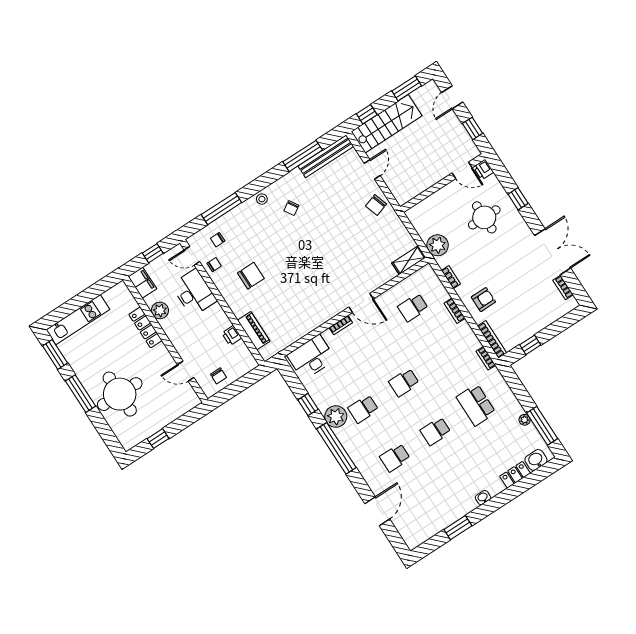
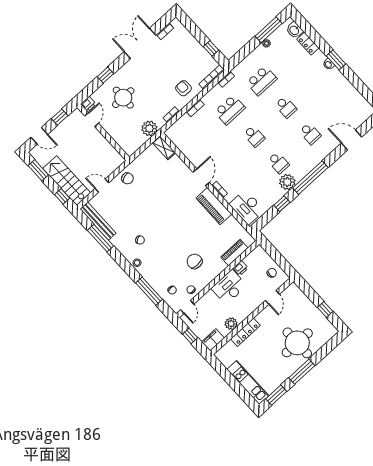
desk: (194, 293) -> (229, 287), moved
school desk: (413, 307) -> (230, 110), moved, width x1.85
piano: (320, 314) -> (214, 206), added
window: (458, 528) -> (336, 60), moved

